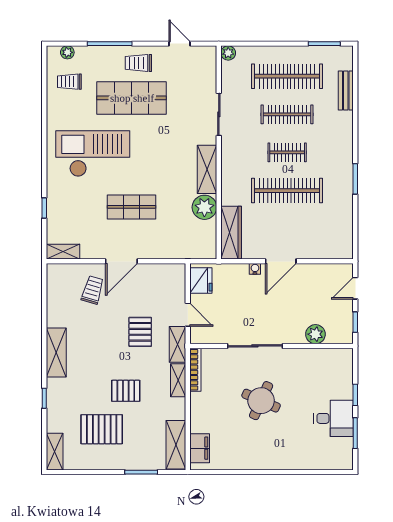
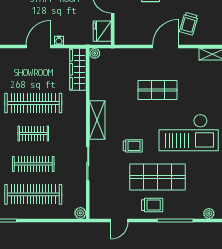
door: (179, 44) -> (119, 220), hinge flipped
trolley: (69, 82) -> (133, 146), moved
plant: (204, 207) -> (95, 53), moved, width x0.53, depth x0.53

